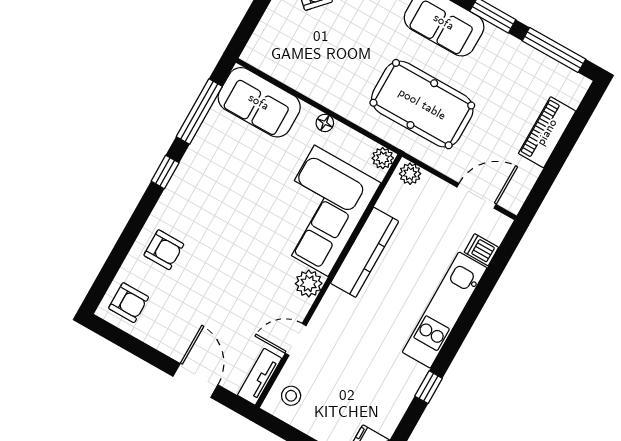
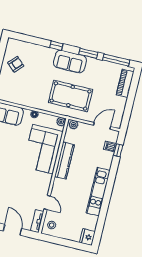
piano: (547, 132) -> (125, 83), moved
plant: (309, 283) -> (46, 179), removed
kitchen unit: (445, 310) -> (98, 192), moved
door: (296, 339) -> (47, 202), swing flipped
window: (429, 387) -> (118, 150), moved

